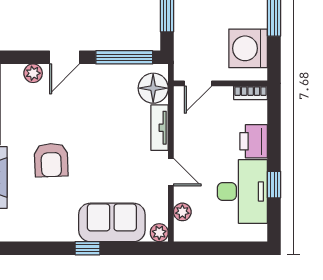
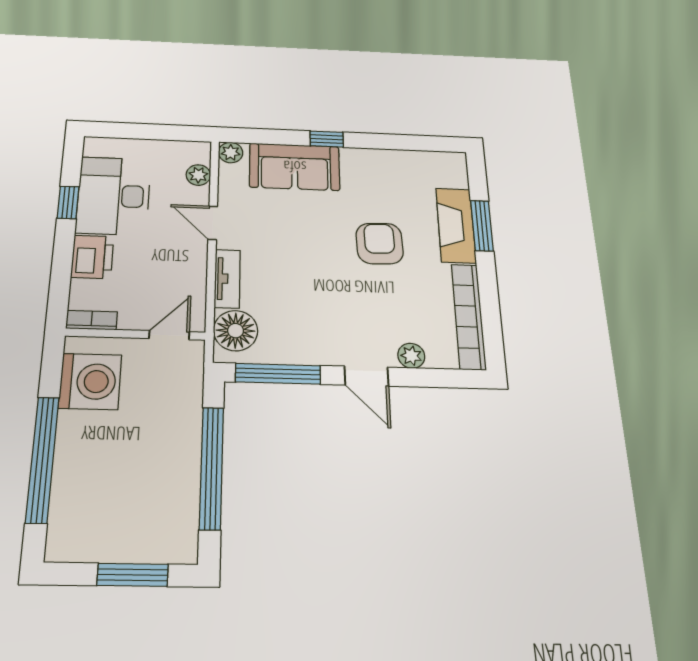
door: (64, 57) -> (366, 376), swing flipped

